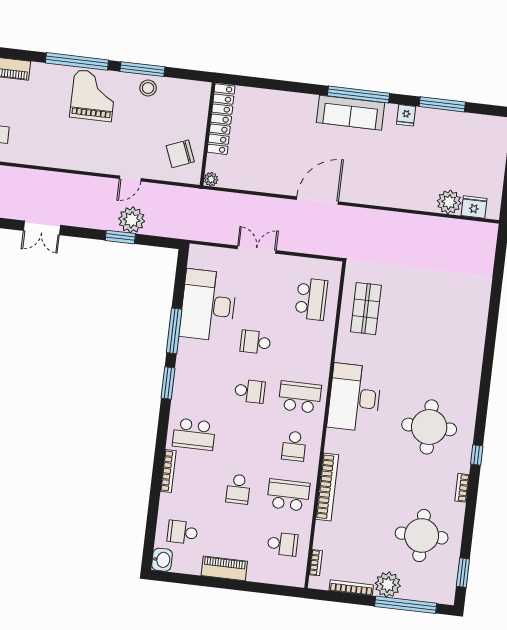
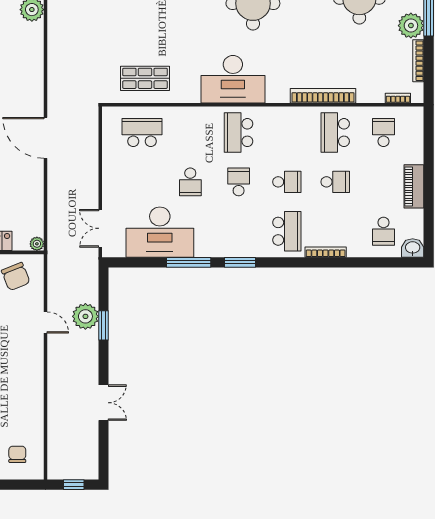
double door: (257, 250) -> (100, 228), moved
school desk: (294, 446) -> (287, 182), moved

